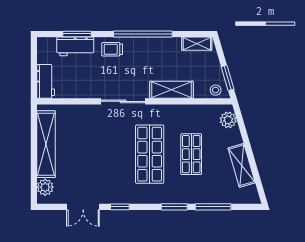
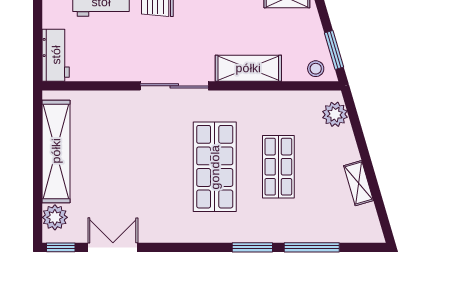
shelving: (242, 165) -> (358, 183), width x0.67, depth x0.75
double door: (83, 207) -> (113, 247), swing flipped
window: (120, 207) -> (61, 247), moved

